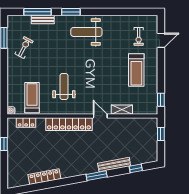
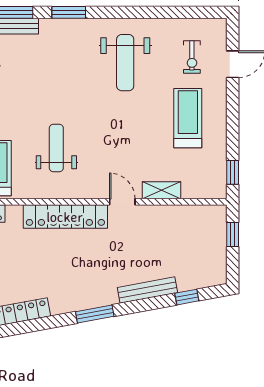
weight bench: (86, 32) -> (125, 63), moved, turned -90
treadmill: (136, 70) -> (188, 118), turned 180
window: (97, 176) -> (95, 314), moved

